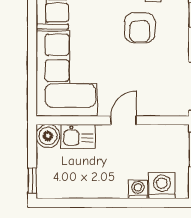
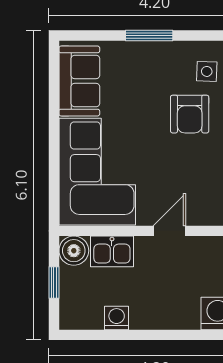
window: (32, 181) -> (54, 283), moved
washing machine: (138, 189) -> (117, 318), moved

